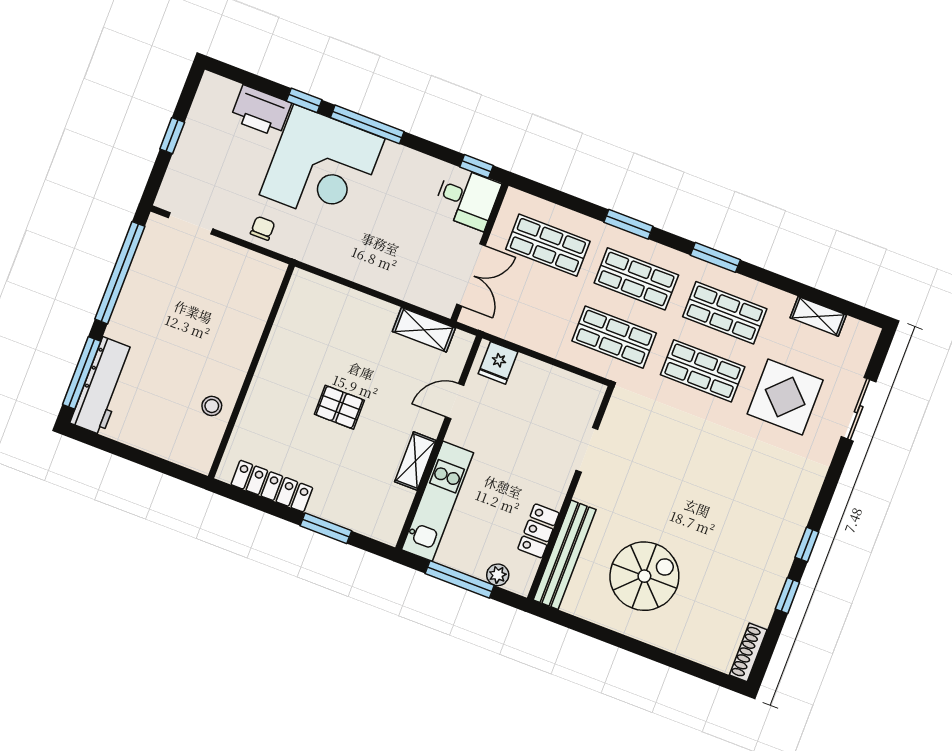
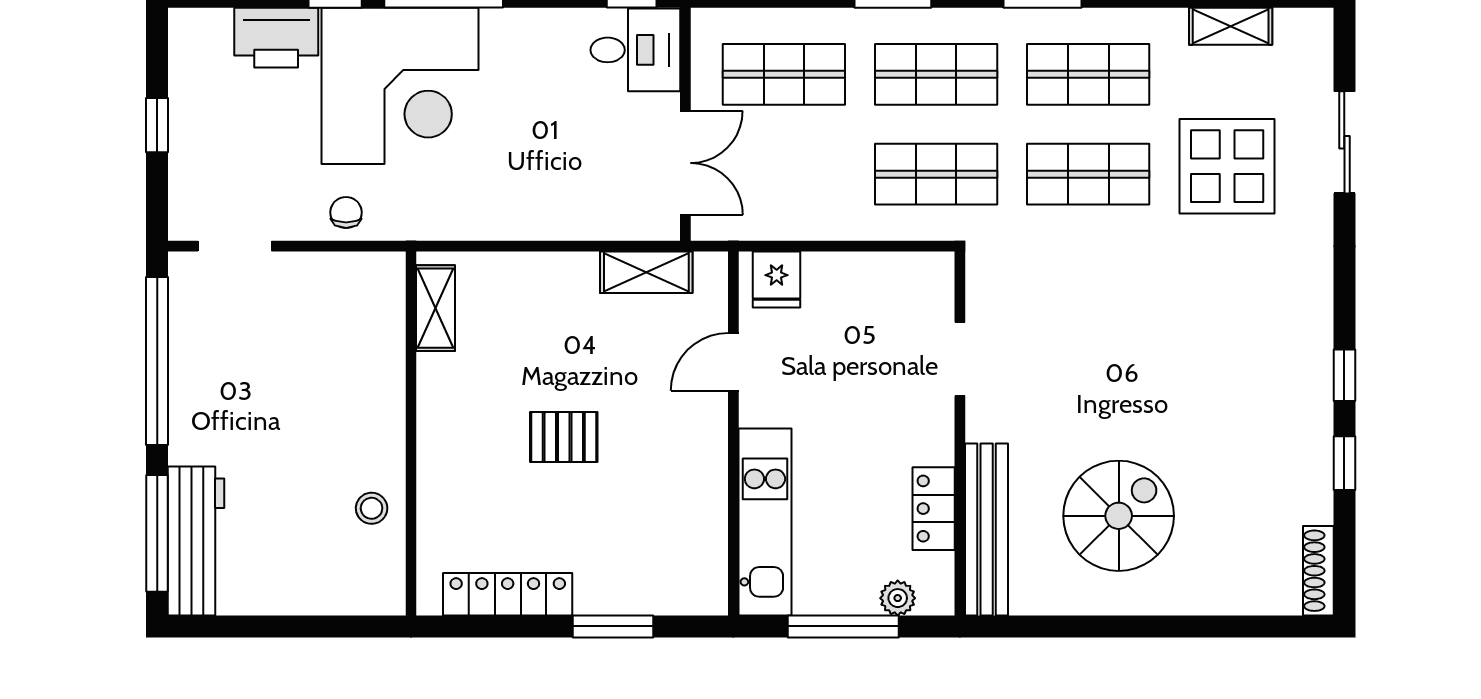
shelving: (415, 461) -> (436, 308), moved

